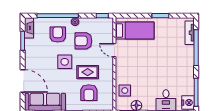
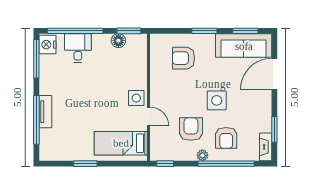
tv unit: (190, 33) -> (45, 112), moved
armchair: (83, 41) -> (191, 129), turned -90
rug: (88, 72) -> (185, 86), removed
door: (23, 81) -> (274, 74), hinge flipped
side table: (125, 90) -> (136, 98), moved
armchair: (89, 93) -> (183, 58), turned -90

